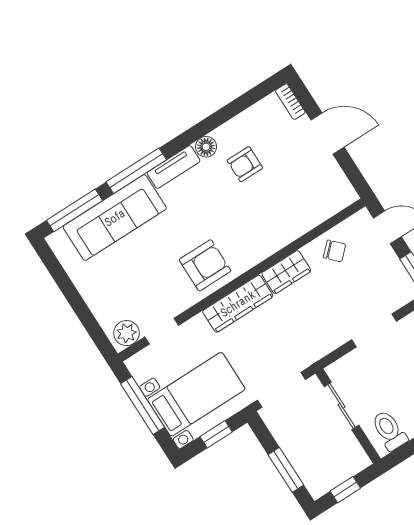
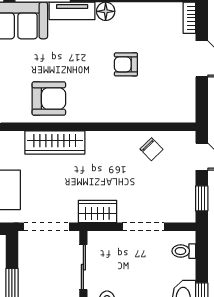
armchair: (245, 164) -> (126, 64), moved
wardrobe: (286, 272) -> (98, 212), moved, turned 180

